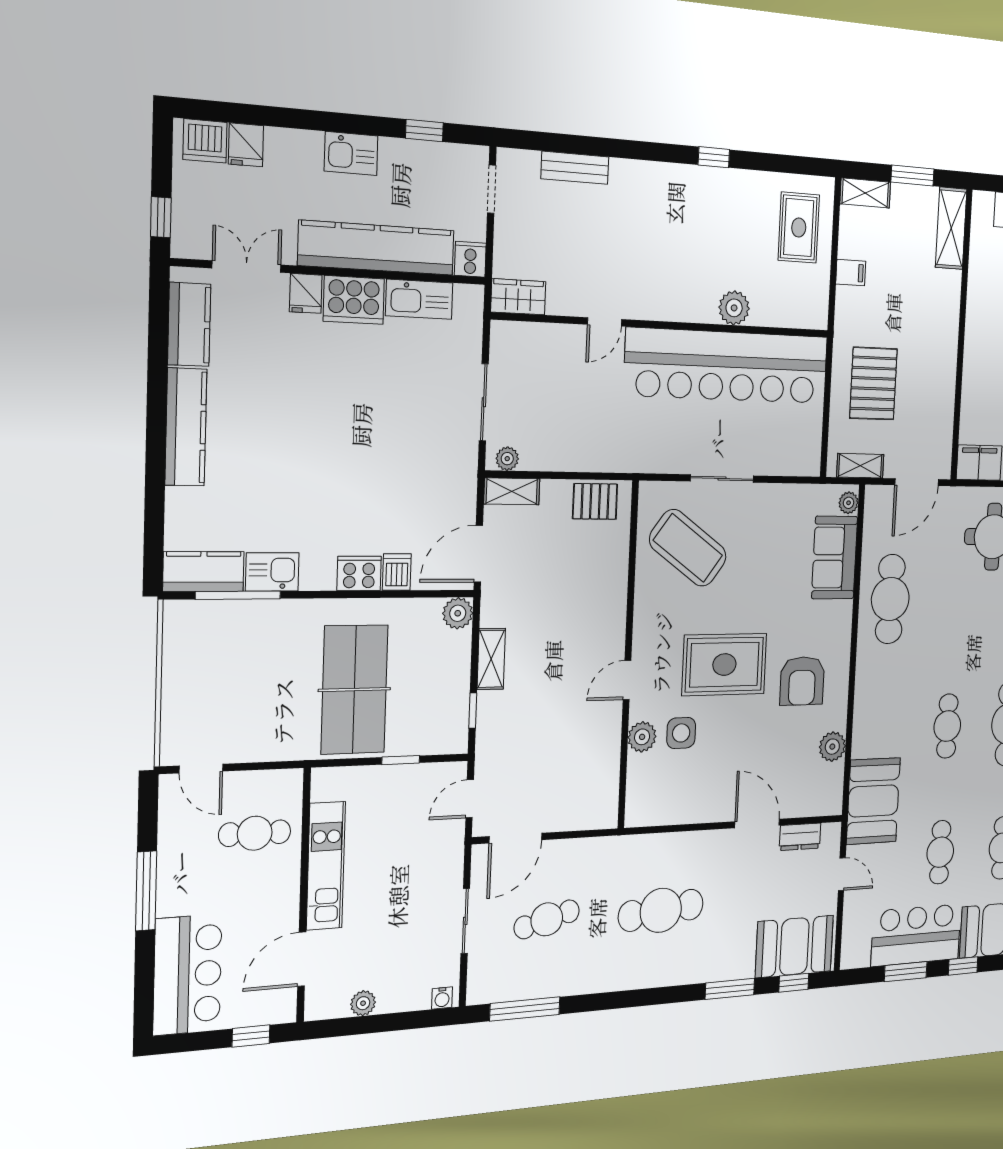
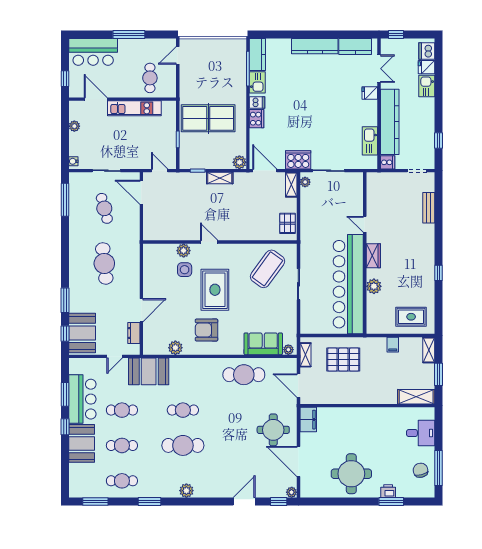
kitchen sink: (351, 154) -> (427, 86), moved
wardrobe: (518, 297) -> (373, 256), moved
cooker: (354, 300) -> (298, 160), moved, turned 90
dishwasher: (397, 572) -> (257, 102), moved

